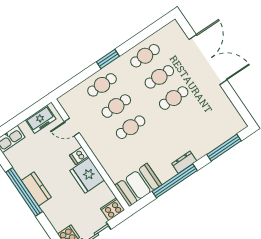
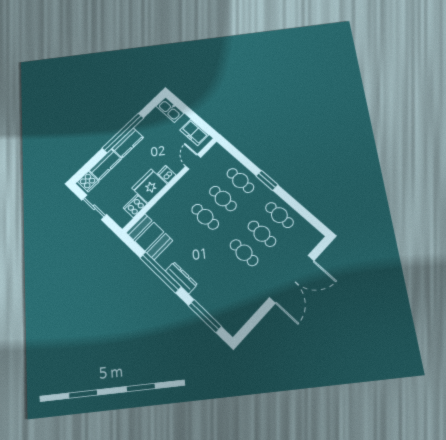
dresser: (184, 162) -> (181, 278), width x1.44
cooker: (113, 209) -> (135, 206), moved, turned -90
kitchen counter: (54, 216) -> (105, 165), added

